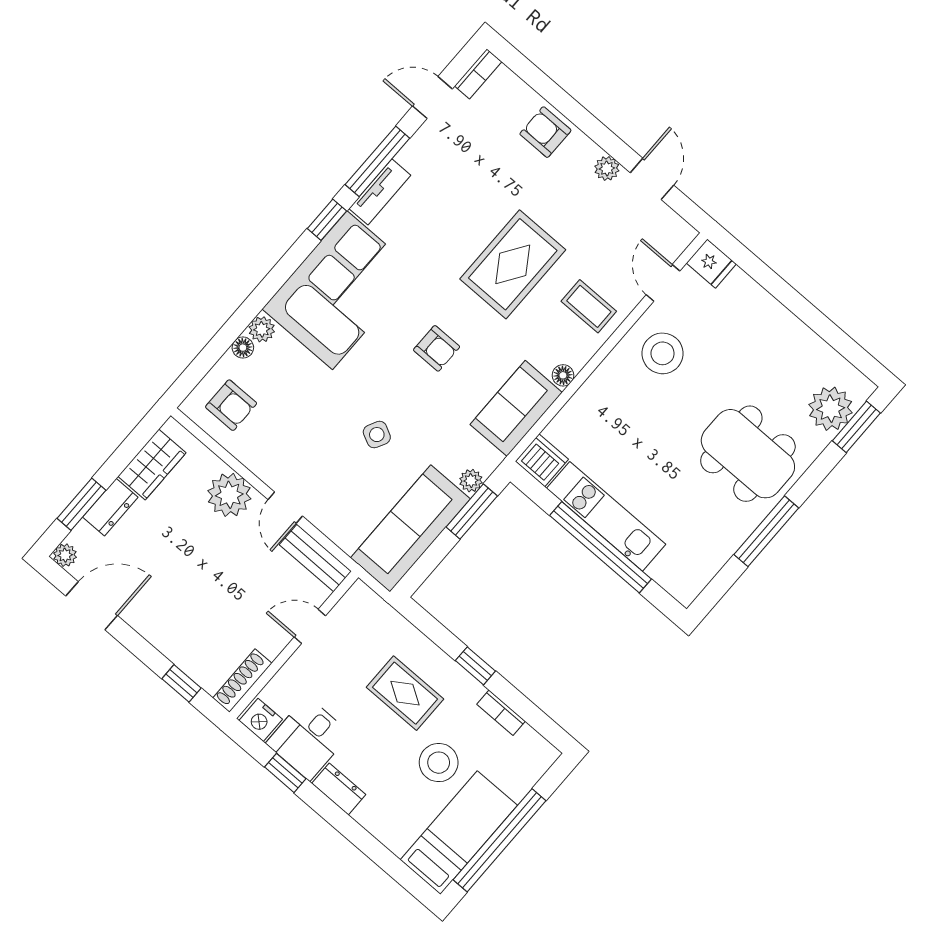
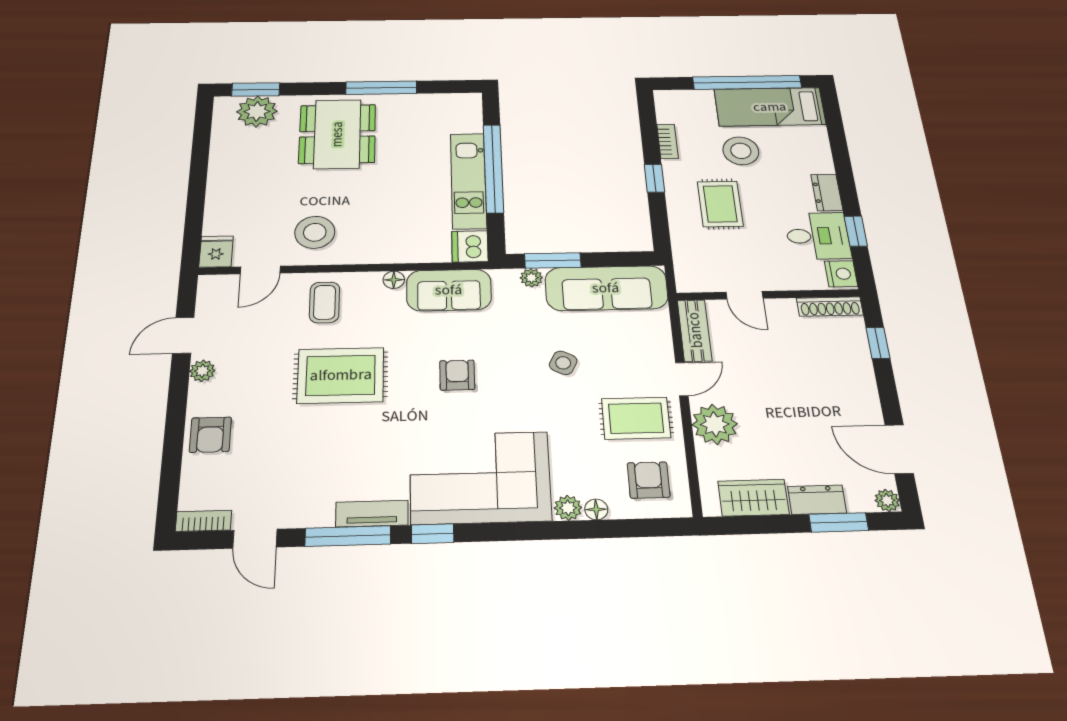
rug: (285, 443) -> (636, 418), added

